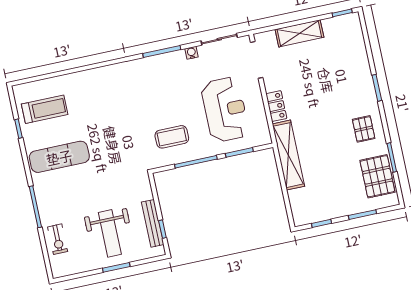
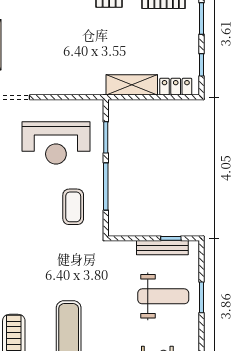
locker: (276, 106) -> (176, 87), moved
reception desk: (225, 110) -> (56, 143), turned 180
shelving: (288, 155) -> (132, 85), width x0.68

